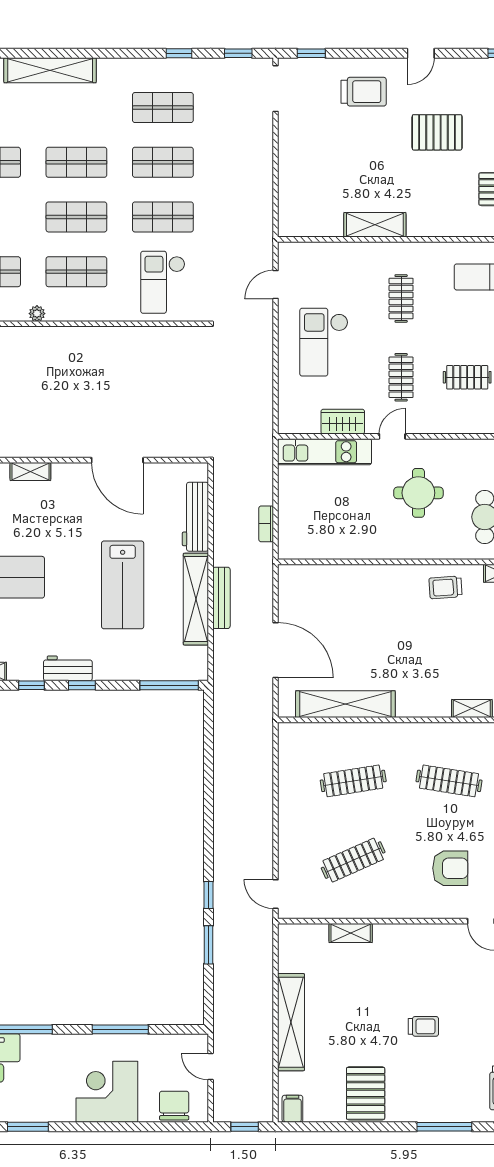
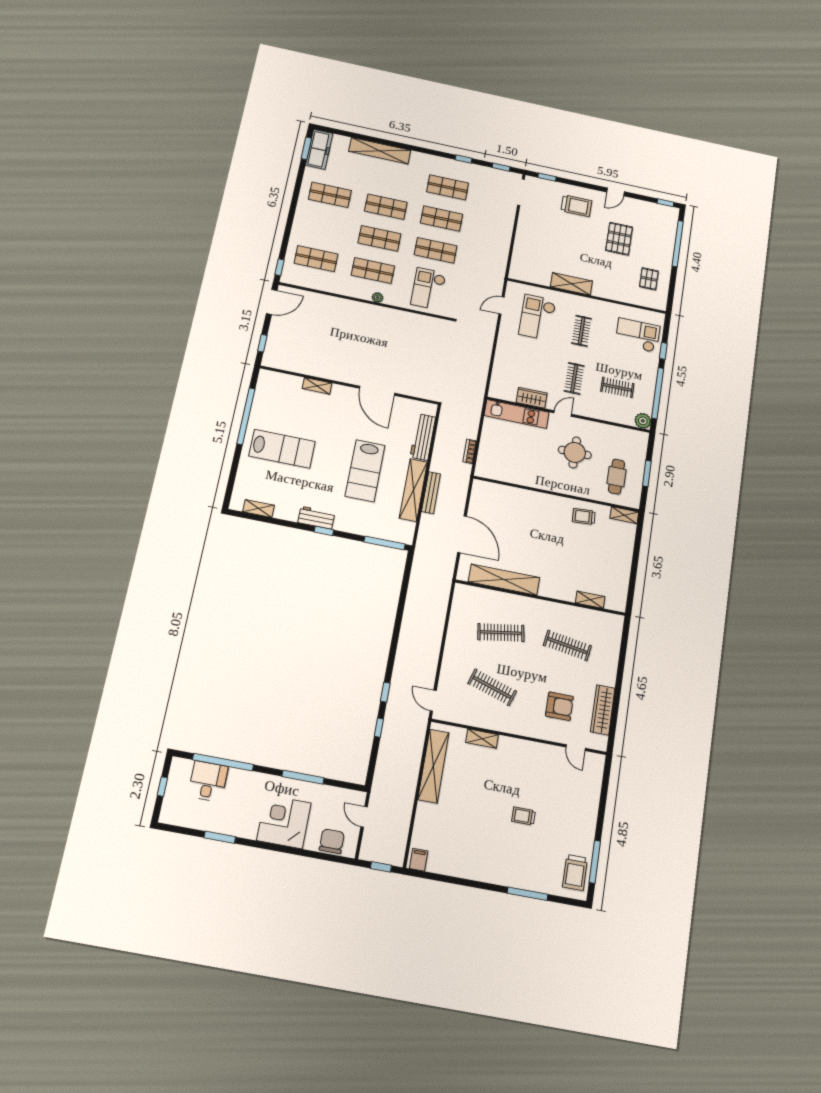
pallet: (437, 132) -> (619, 239), turned 90
plant: (37, 314) -> (377, 298), moved
checkout: (324, 342) -> (537, 317), moved
window: (31, 685) -> (289, 524), removed
clothes rail: (353, 860) -> (492, 687), turned 42
window: (208, 945) -> (379, 728), width x0.67
shelving: (291, 1022) -> (433, 766), moved
trolley: (423, 1026) -> (524, 816), turned 180
pallet: (366, 1093) -> (474, 858), removed

